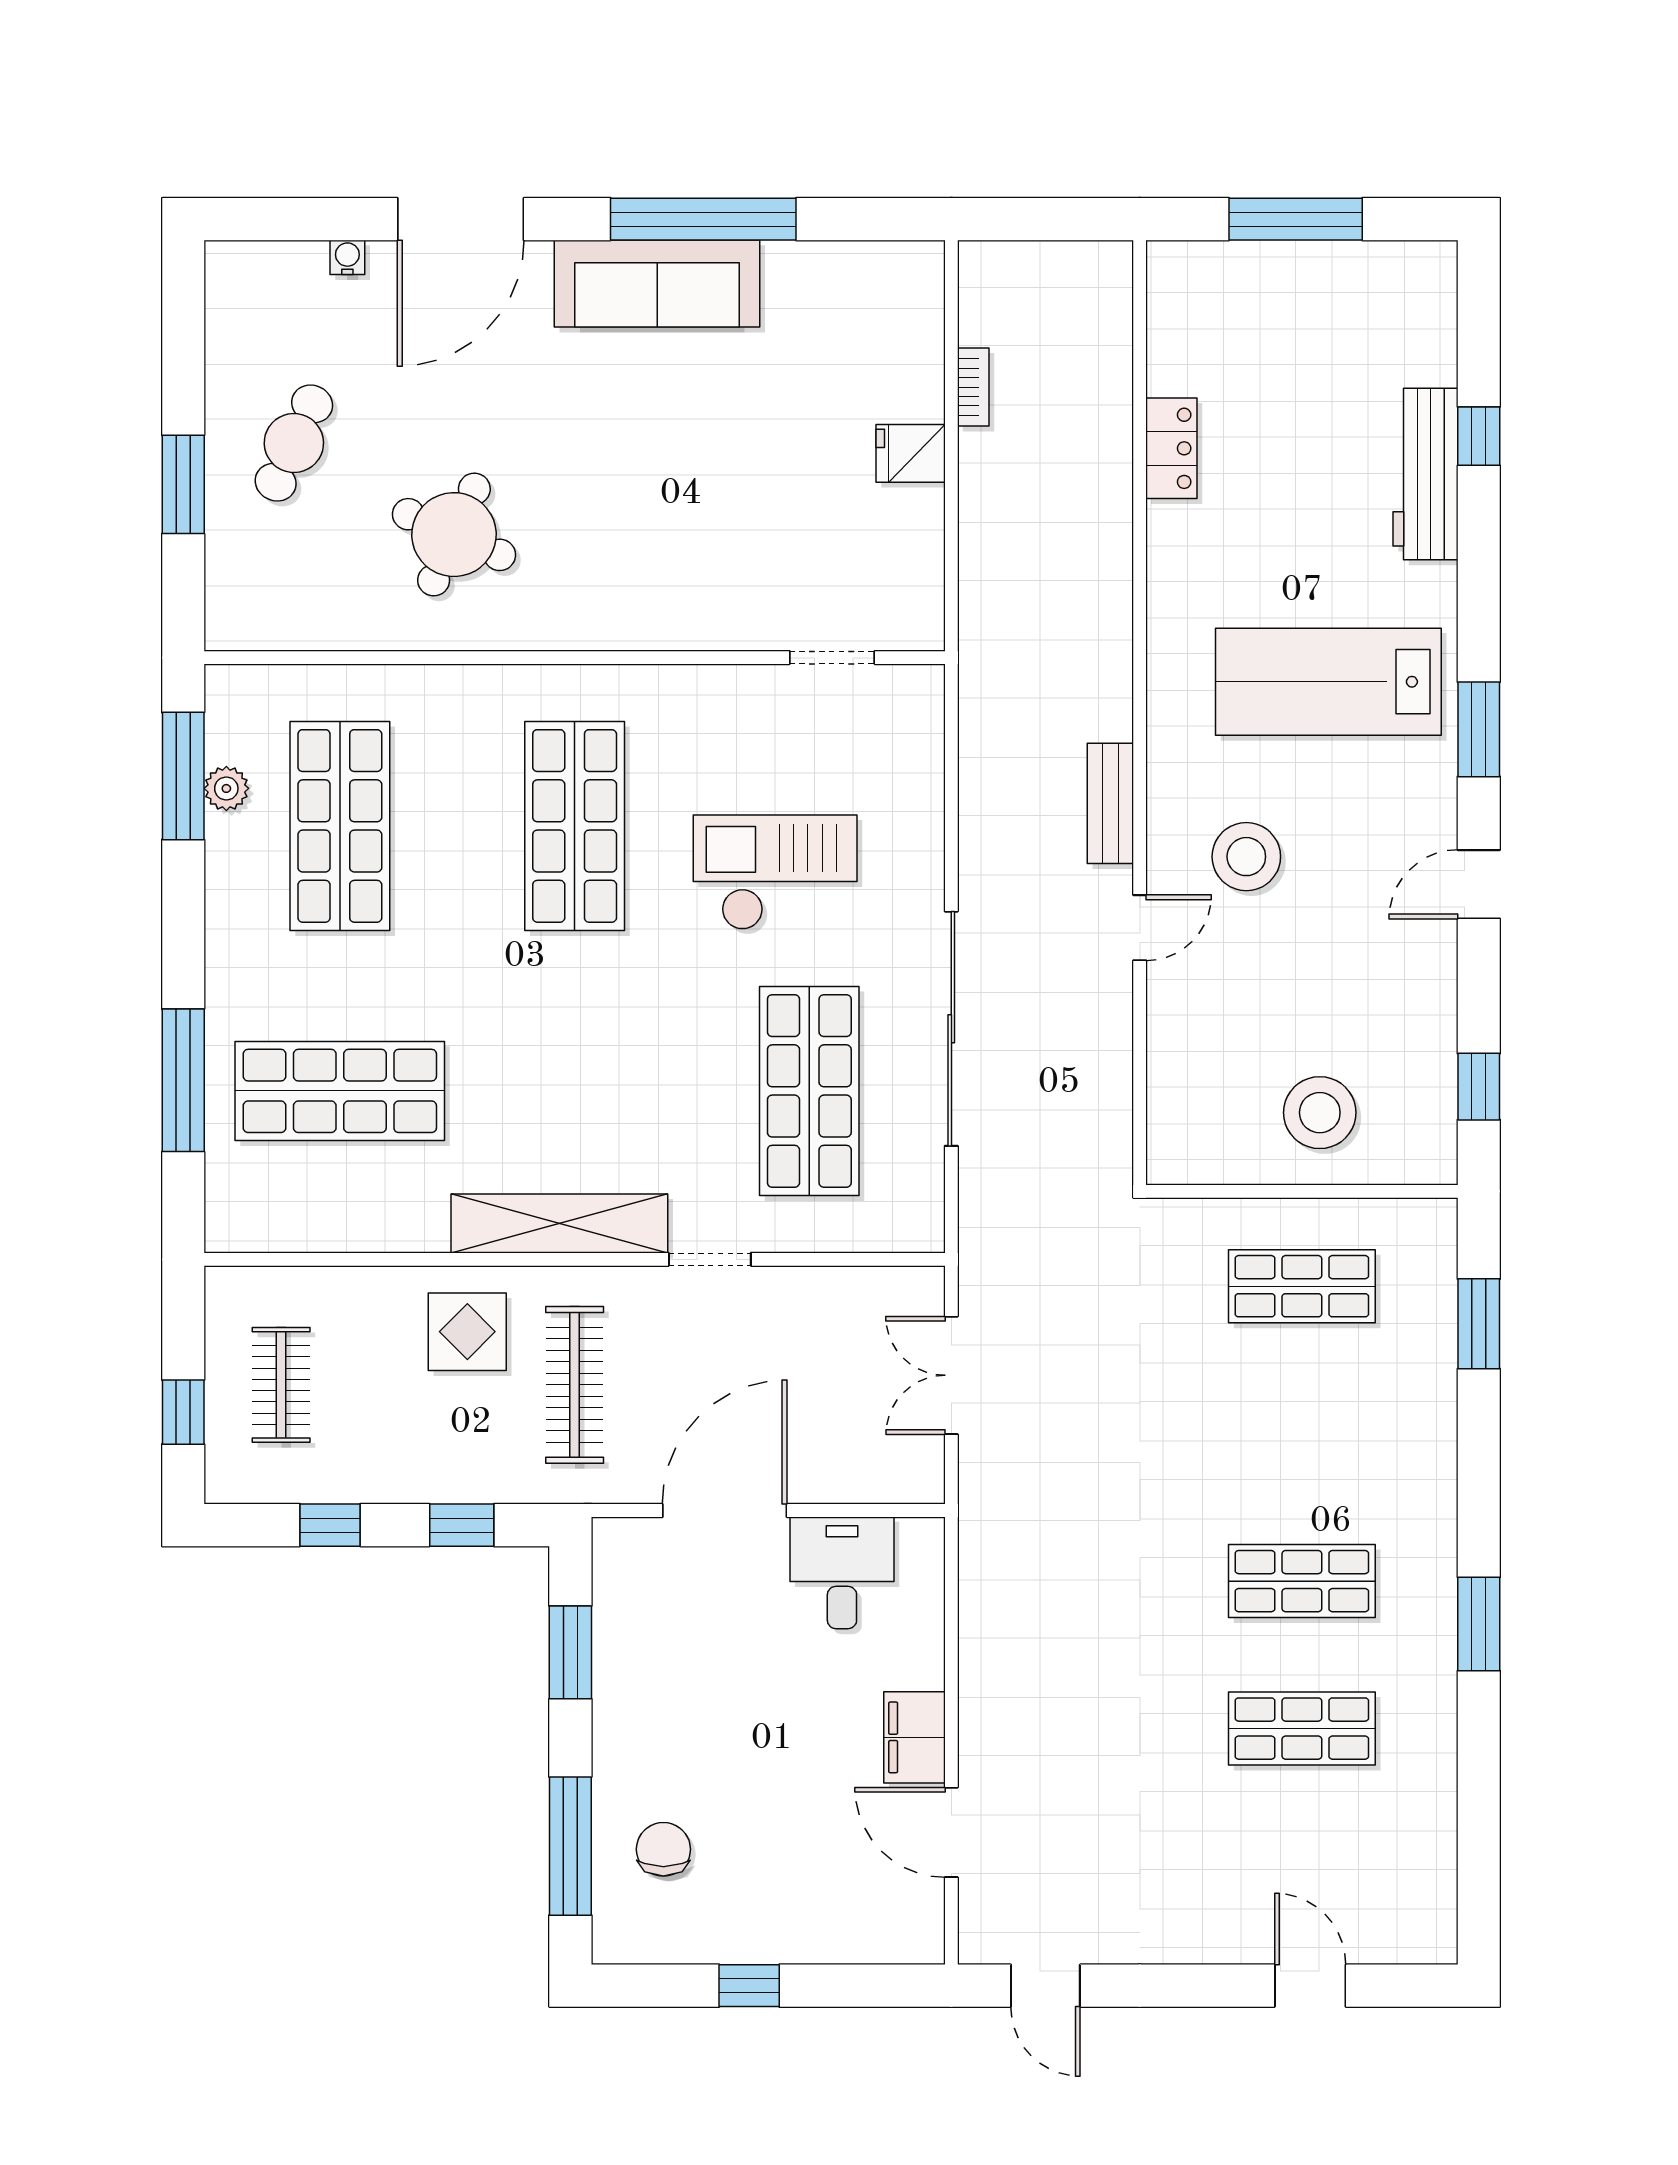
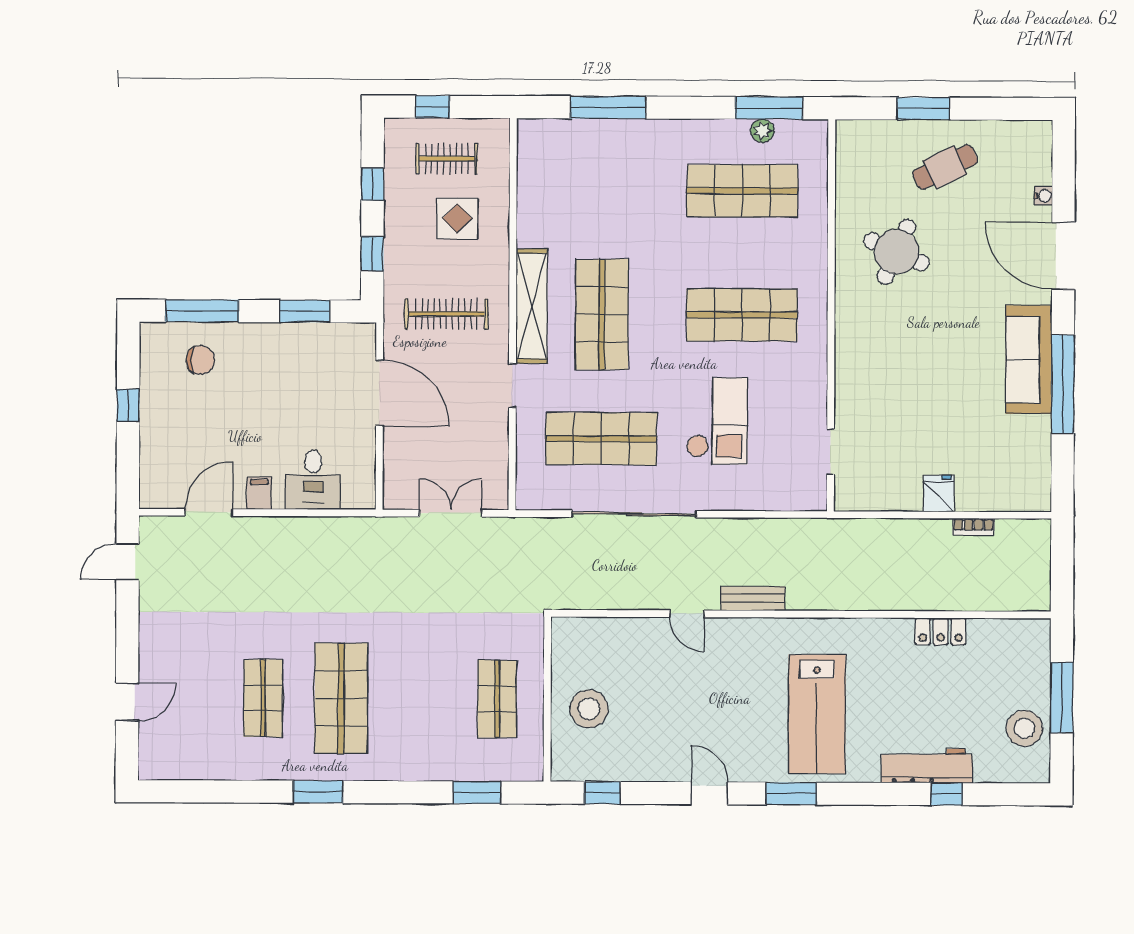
cafe table: (294, 443) -> (945, 167), turned -51
lab bench: (1328, 682) -> (817, 714), turned 180
stool: (1246, 857) -> (1024, 728), moved
shop shelf: (340, 1091) -> (602, 314), moved
display table: (467, 1332) -> (457, 218), moved
desk: (842, 1573) -> (313, 480), moved, turned 90
shop shelf: (1302, 1581) -> (341, 698), width x1.43, depth x1.36
filing cabinet: (915, 1737) -> (259, 493), width x0.50

